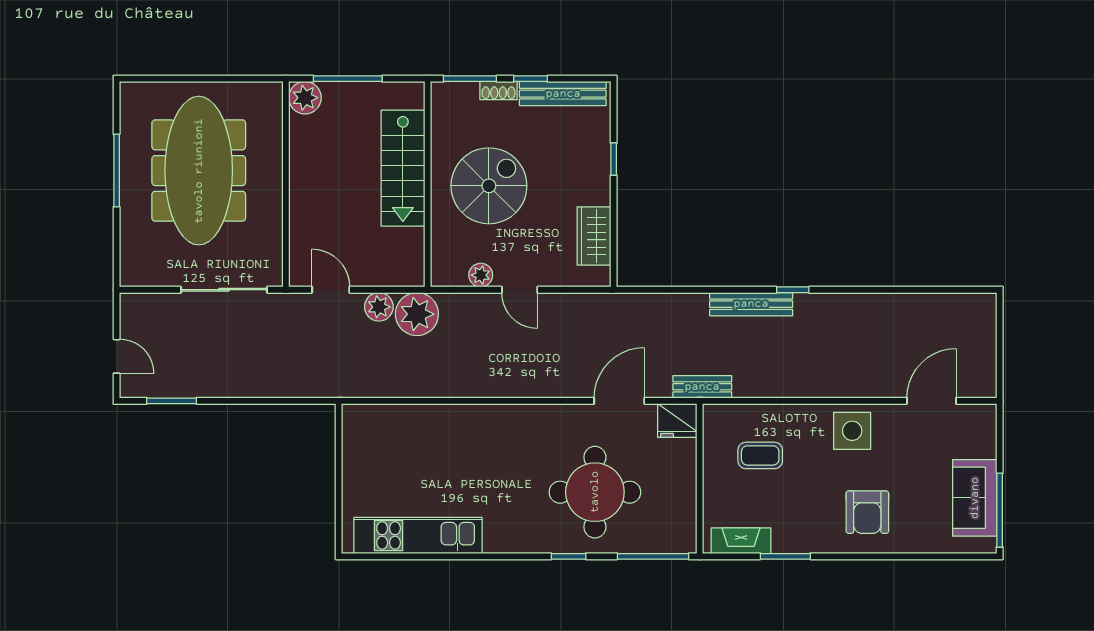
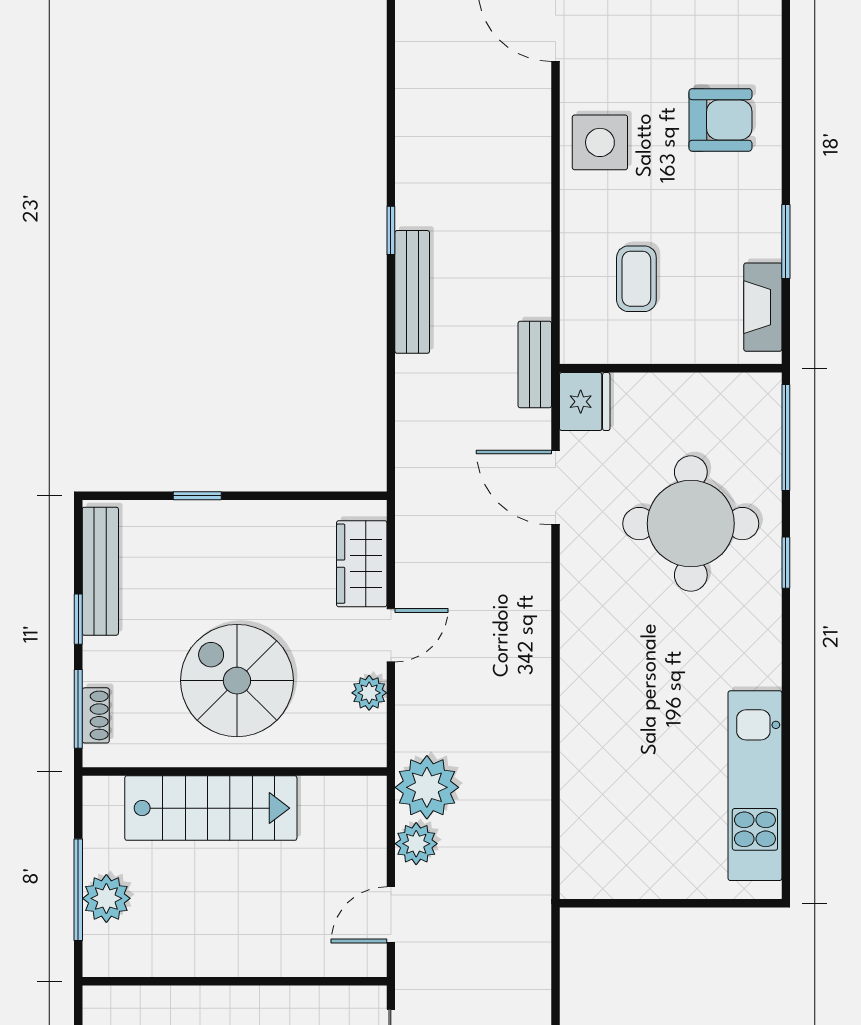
shoe rack: (499, 91) -> (96, 715), moved
plant: (305, 98) -> (106, 898), moved
wardrobe: (594, 236) -> (362, 564), moved, turned 90

